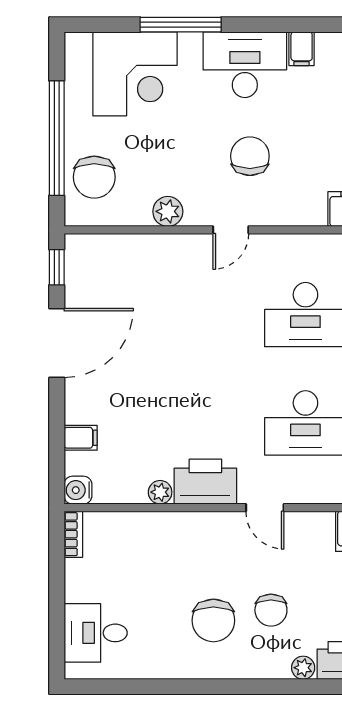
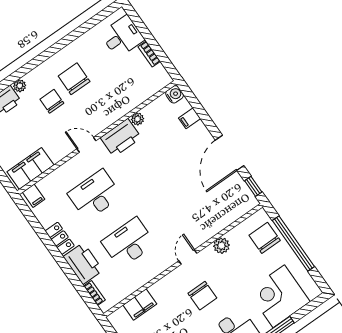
bookcase: (73, 534) -> (149, 54), moved

